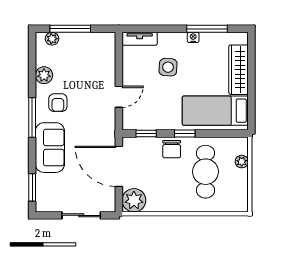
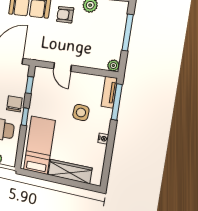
window: (207, 29) -> (117, 102), moved
plant: (52, 39) -> (113, 66), moved
chair: (172, 149) -> (14, 104), turned 90

